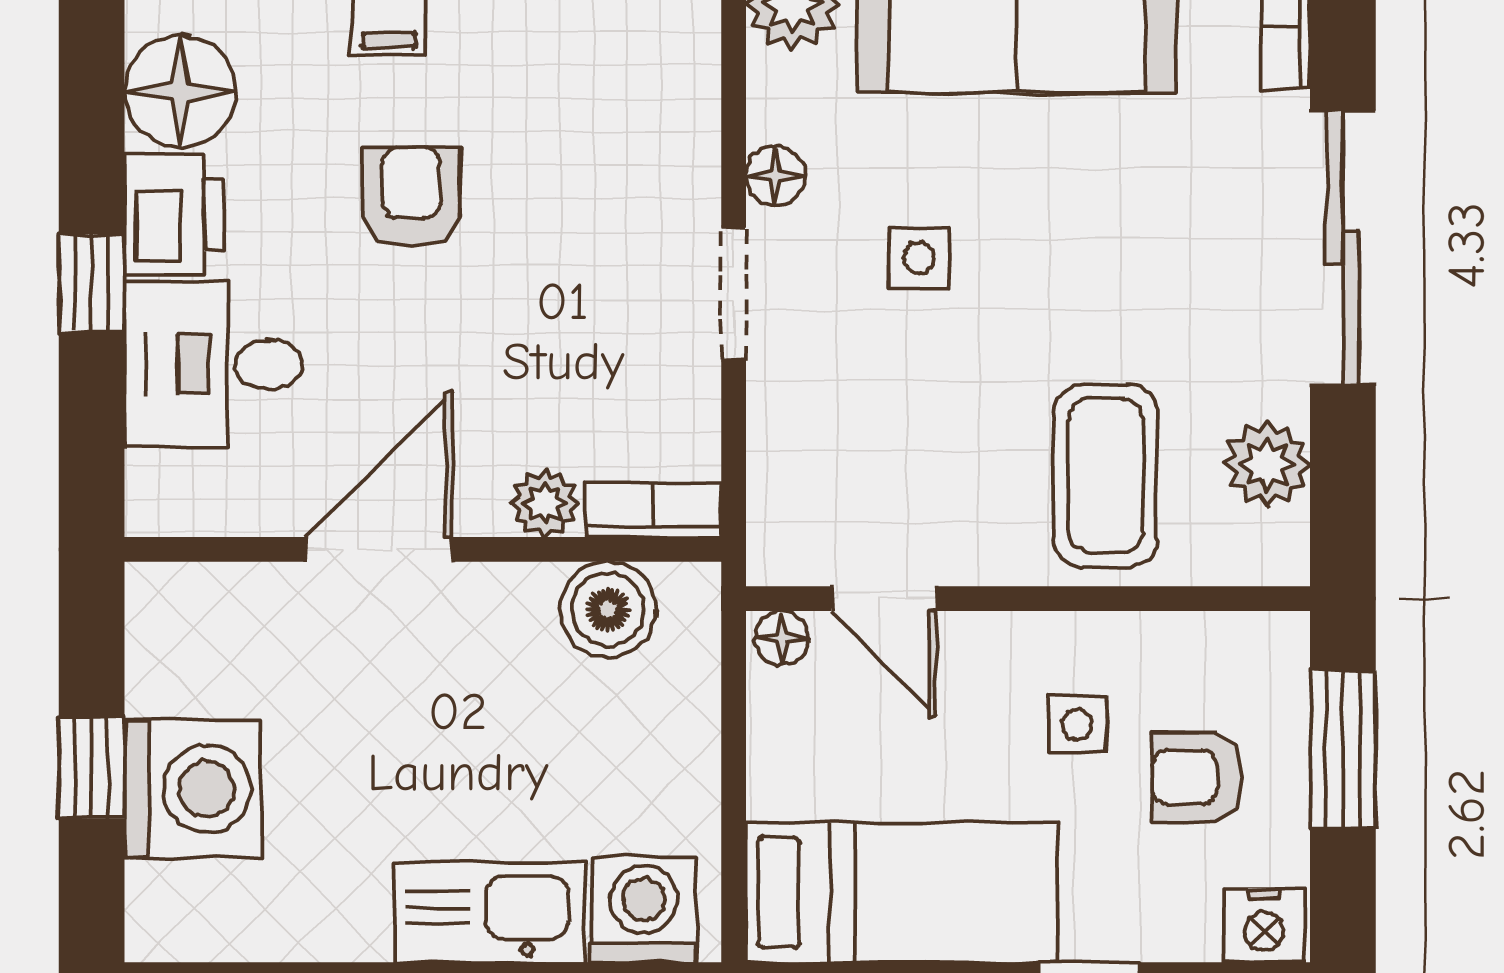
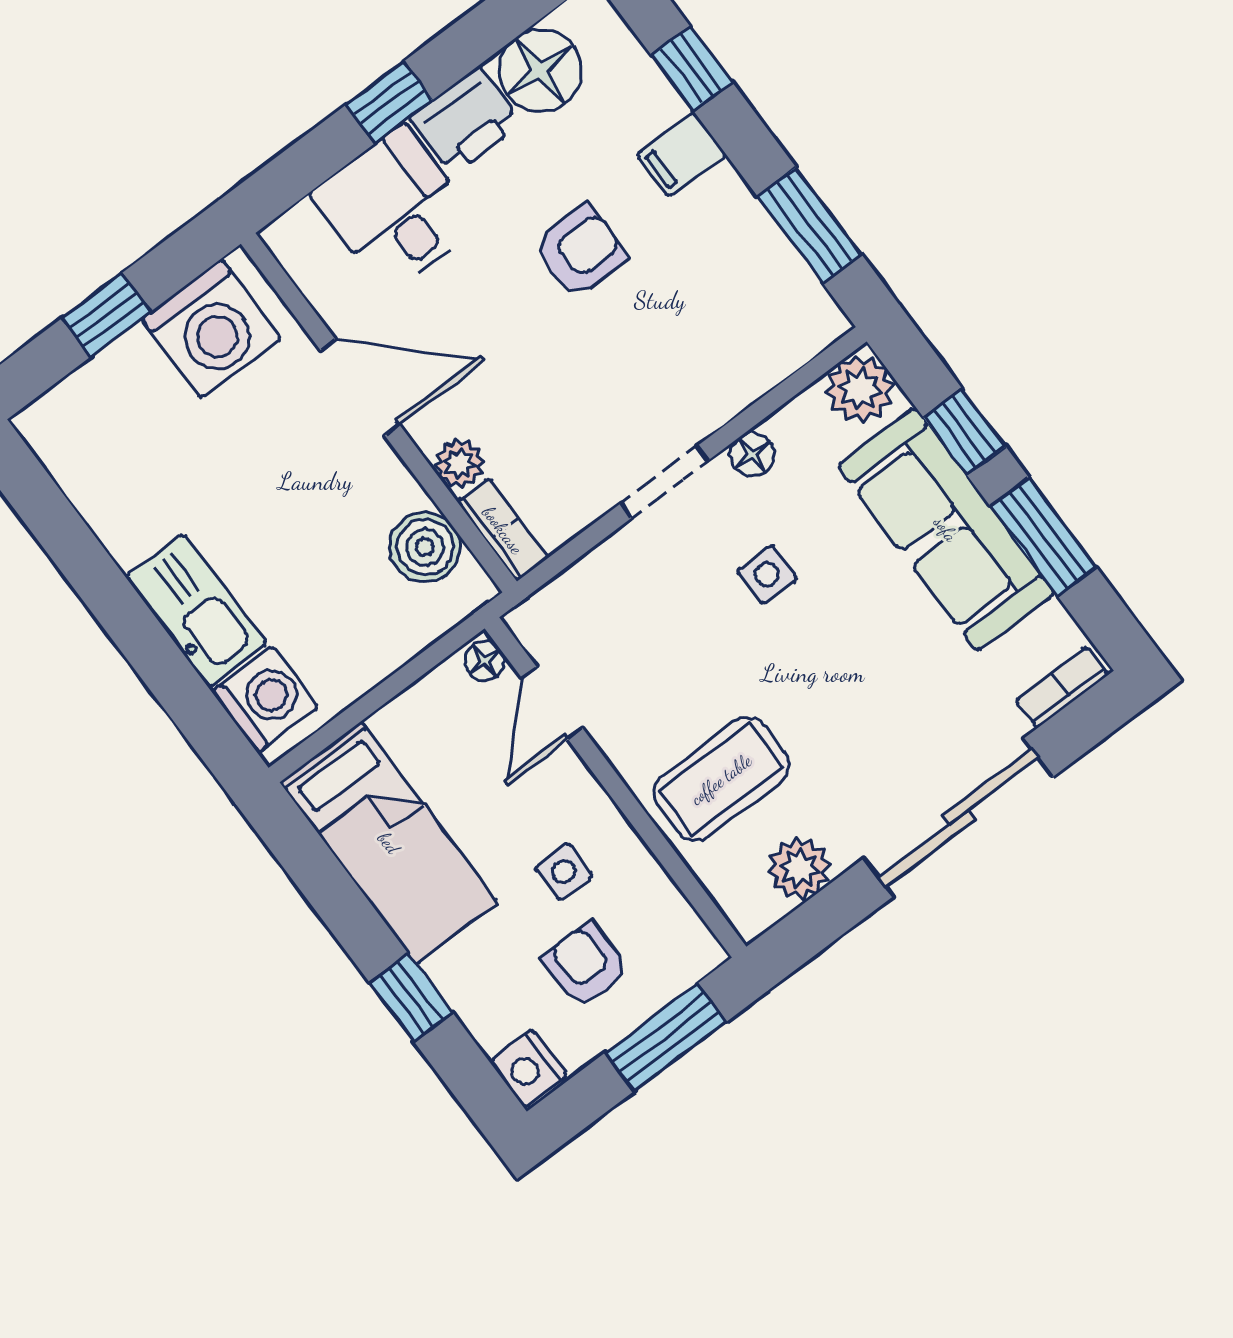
washing machine: (193, 789) -> (211, 329), moved

